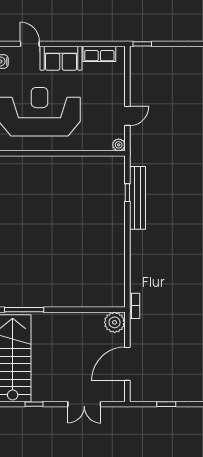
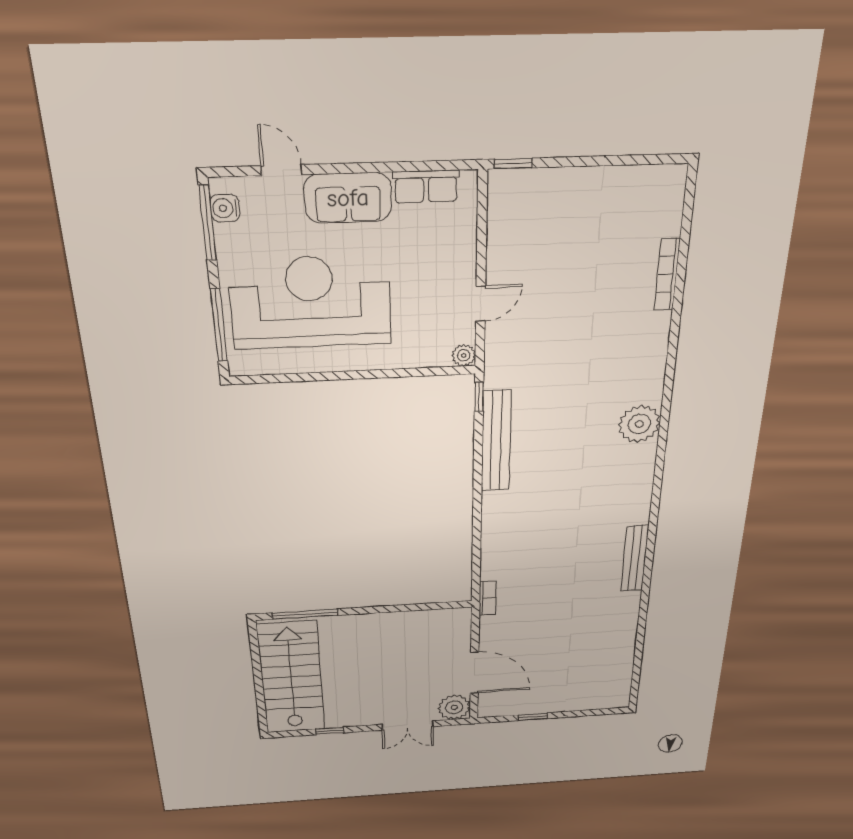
window: (127, 193) -> (479, 397), moved
plant: (115, 322) -> (454, 707), moved
door: (127, 364) -> (474, 673), swing flipped

